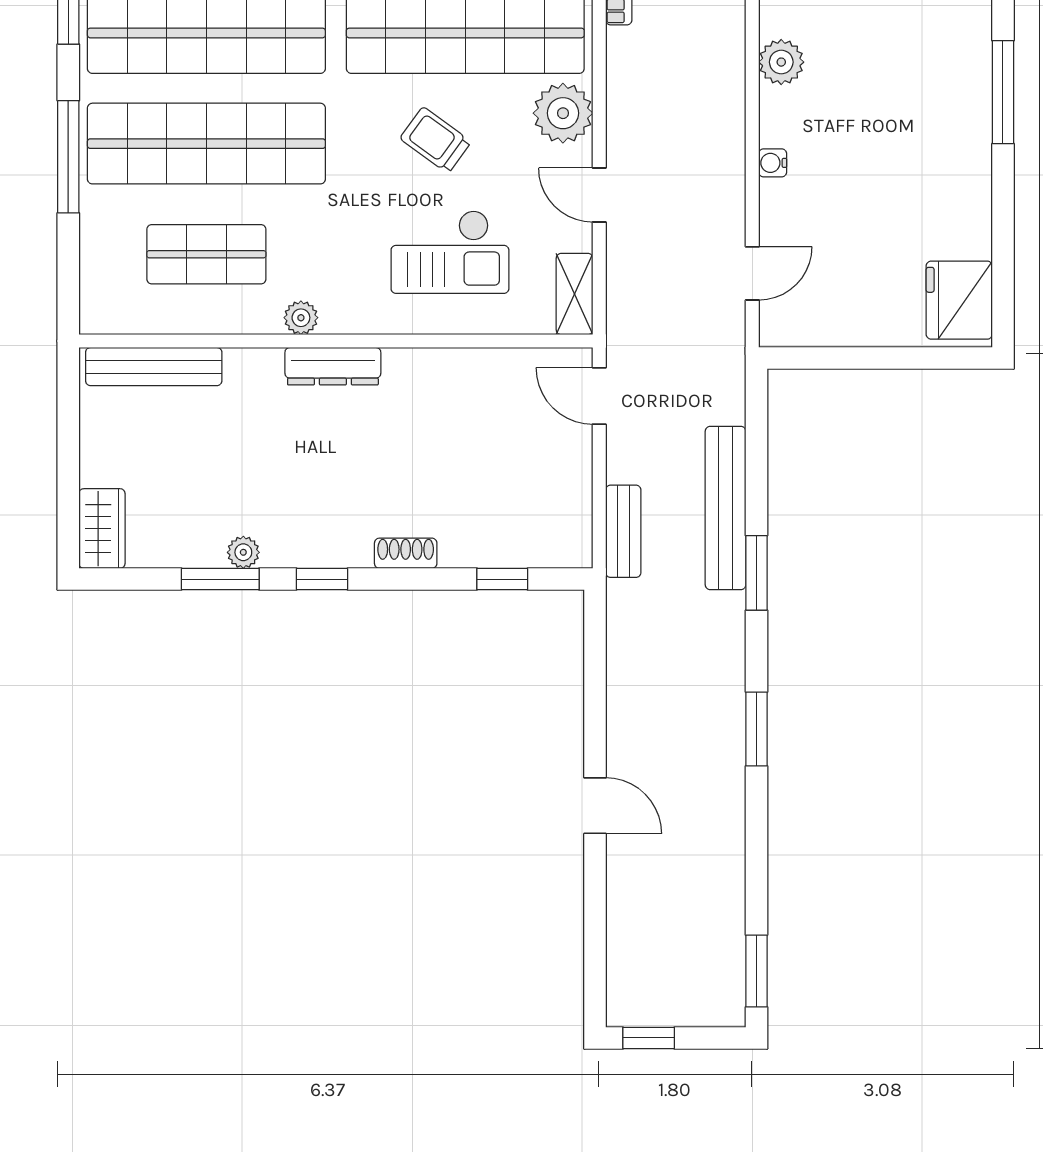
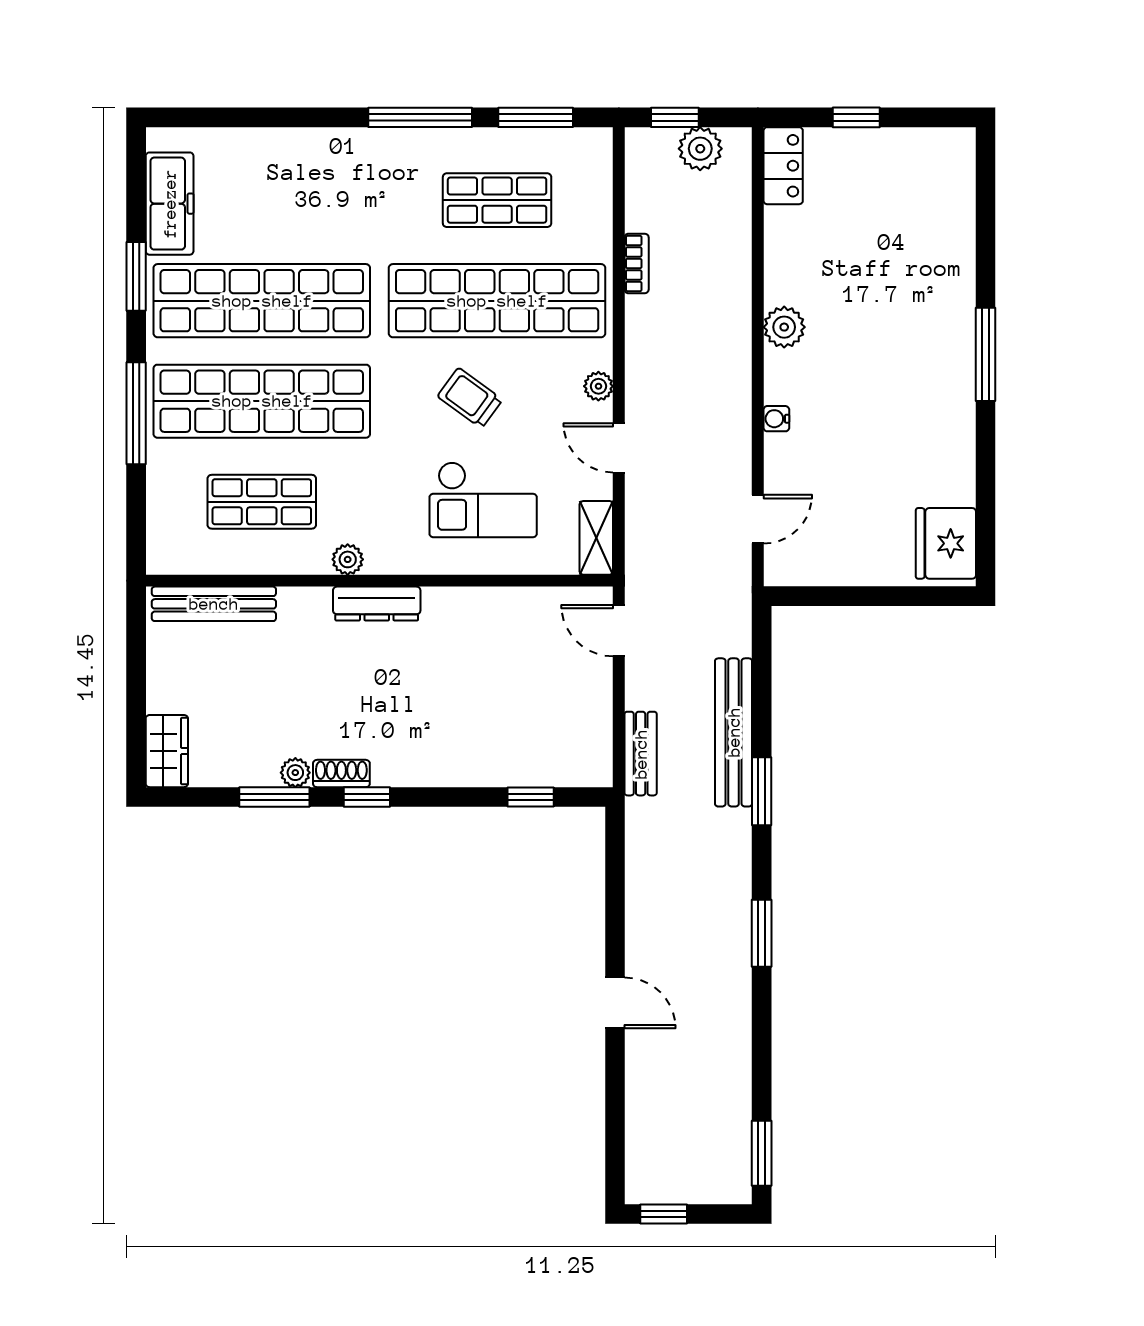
plant: (563, 113) -> (598, 386), width x0.53, depth x0.53
shoe rack: (406, 553) -> (341, 774), moved

